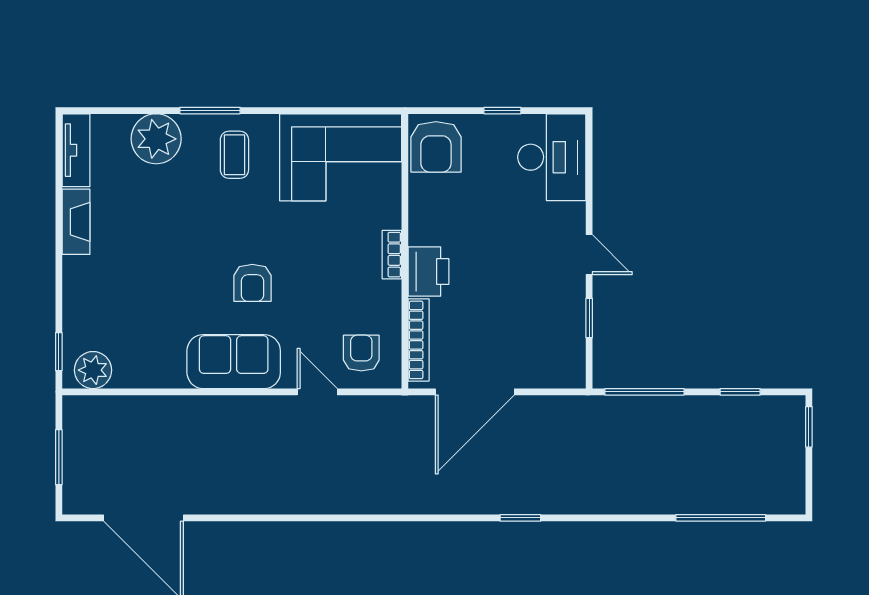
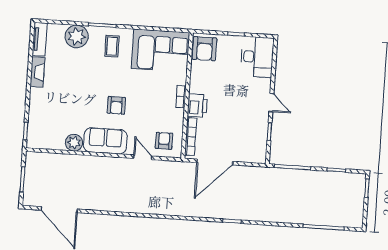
plant: (93, 370) -> (74, 143), moved

